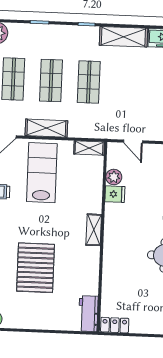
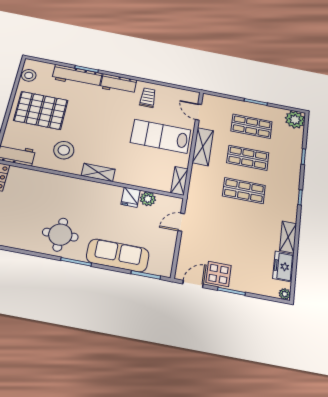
shelving: (123, 37) -> (288, 237), width x0.67, depth x0.75
lab bench: (42, 173) -> (161, 136), turned 180
pallet: (36, 268) -> (41, 110), moved
stool: (75, 268) -> (64, 150), added

